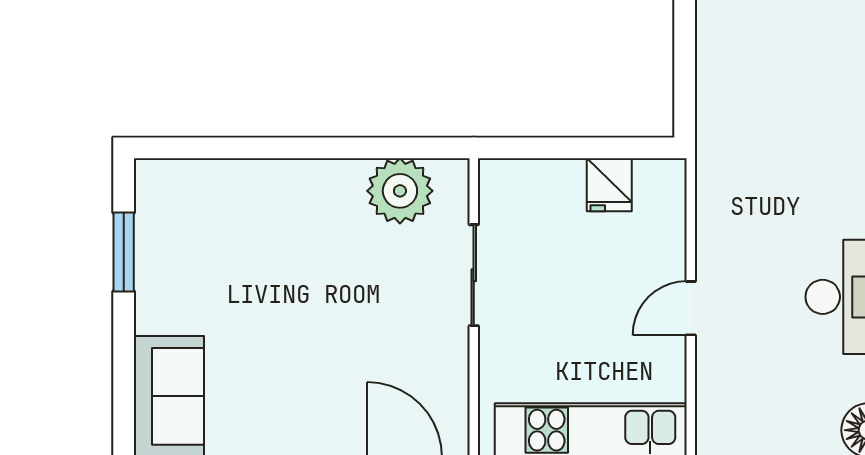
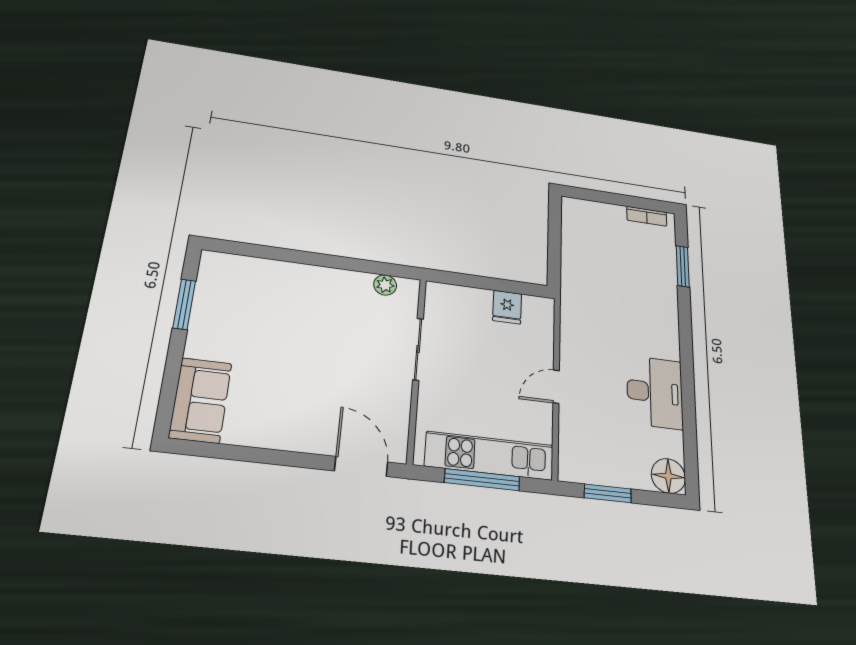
plant: (400, 191) -> (385, 285), width x0.53, depth x0.53

